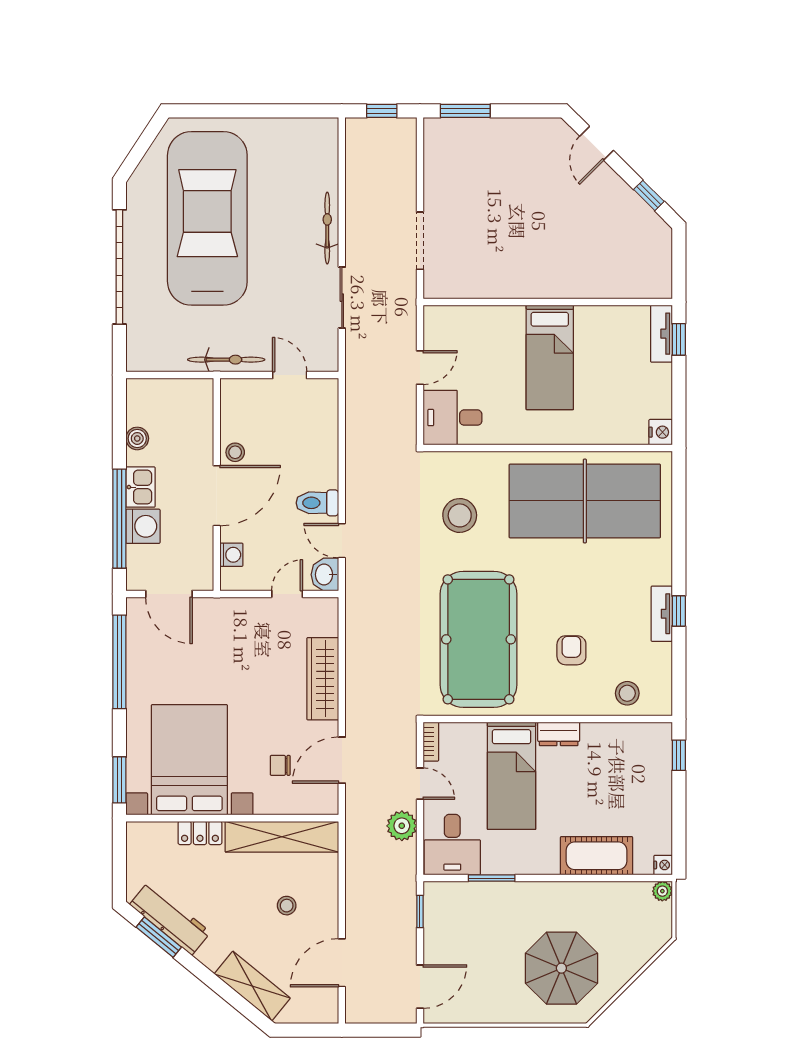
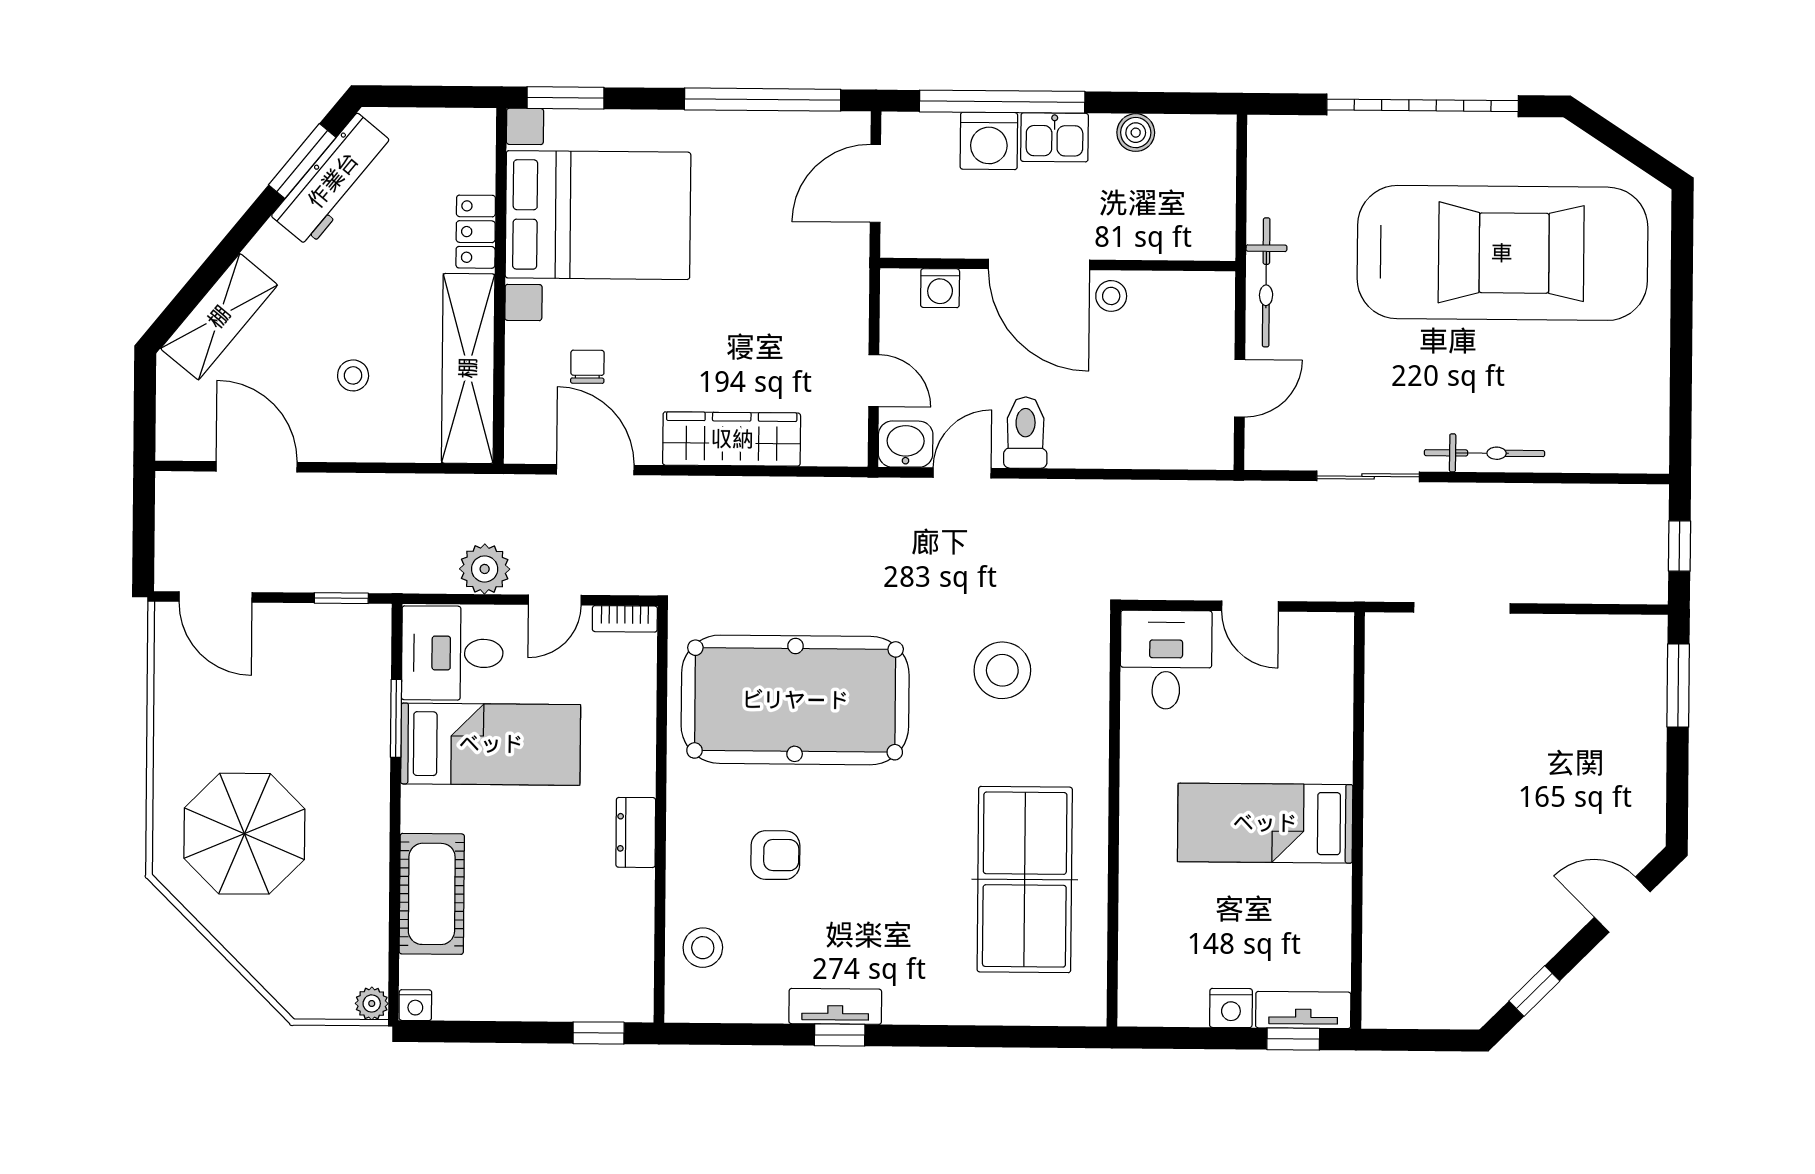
nightstand: (661, 432) -> (1231, 1008), moved
table tennis table: (585, 501) -> (1025, 880), width x0.73, depth x0.76
bed: (512, 776) -> (491, 744), moved, turned 180

